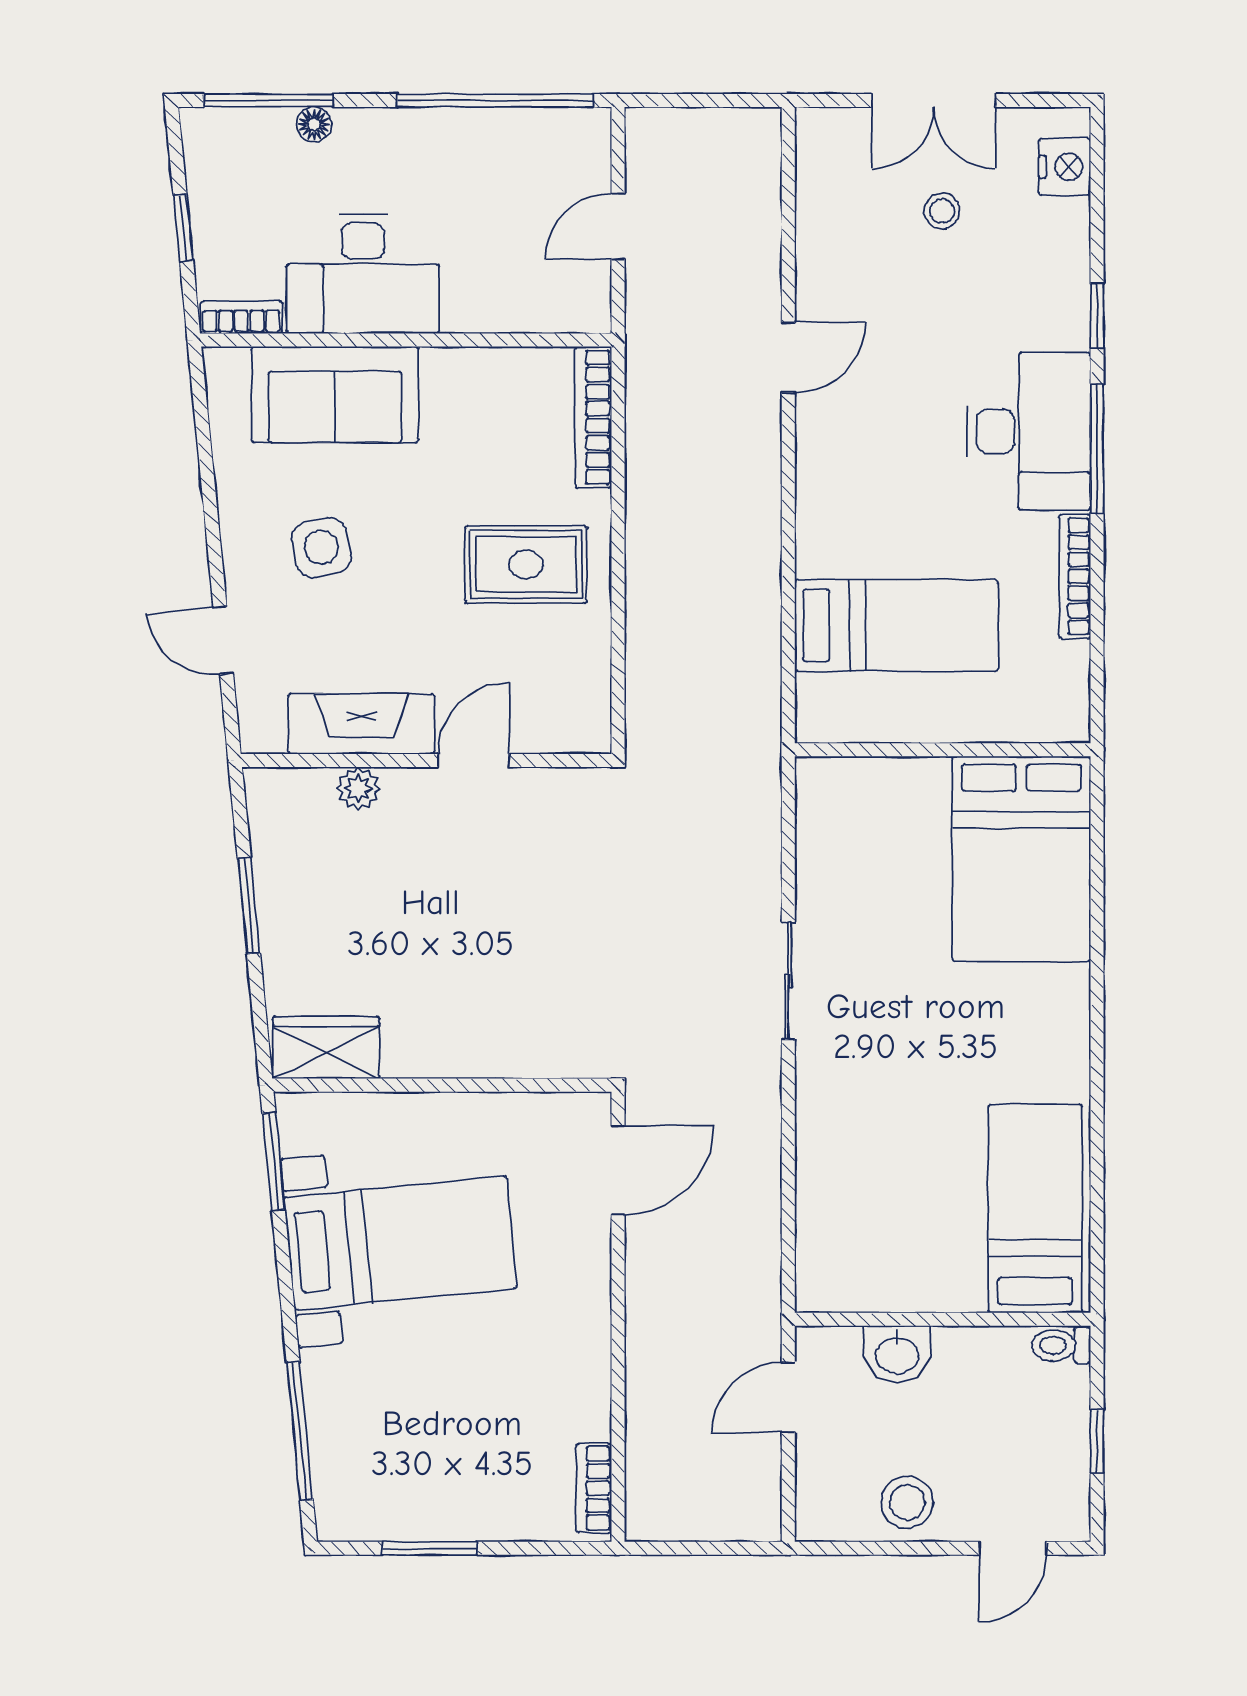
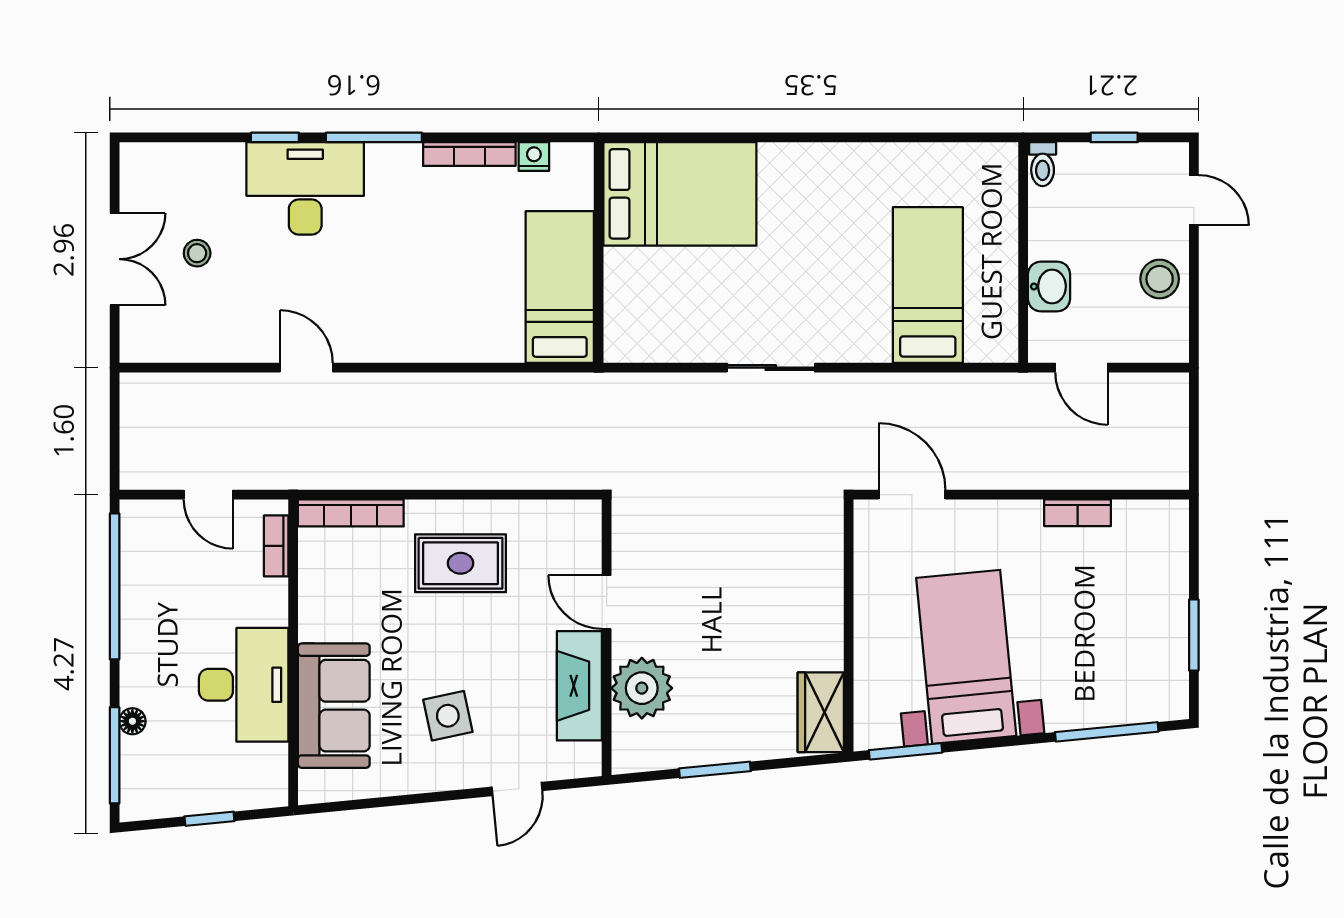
nightstand: (1065, 167) -> (534, 157), moved, width x0.72, depth x0.74
bookcase: (241, 317) -> (276, 546), moved
desk: (1029, 431) -> (305, 188), moved
rug: (526, 564) -> (461, 563), turned 90
bed: (896, 625) -> (560, 287), moved
plant: (358, 789) -> (642, 688), width x1.87, depth x1.87
bed: (1035, 1209) -> (928, 285), moved, turned 90
bookcase: (594, 1488) -> (1078, 513), moved

